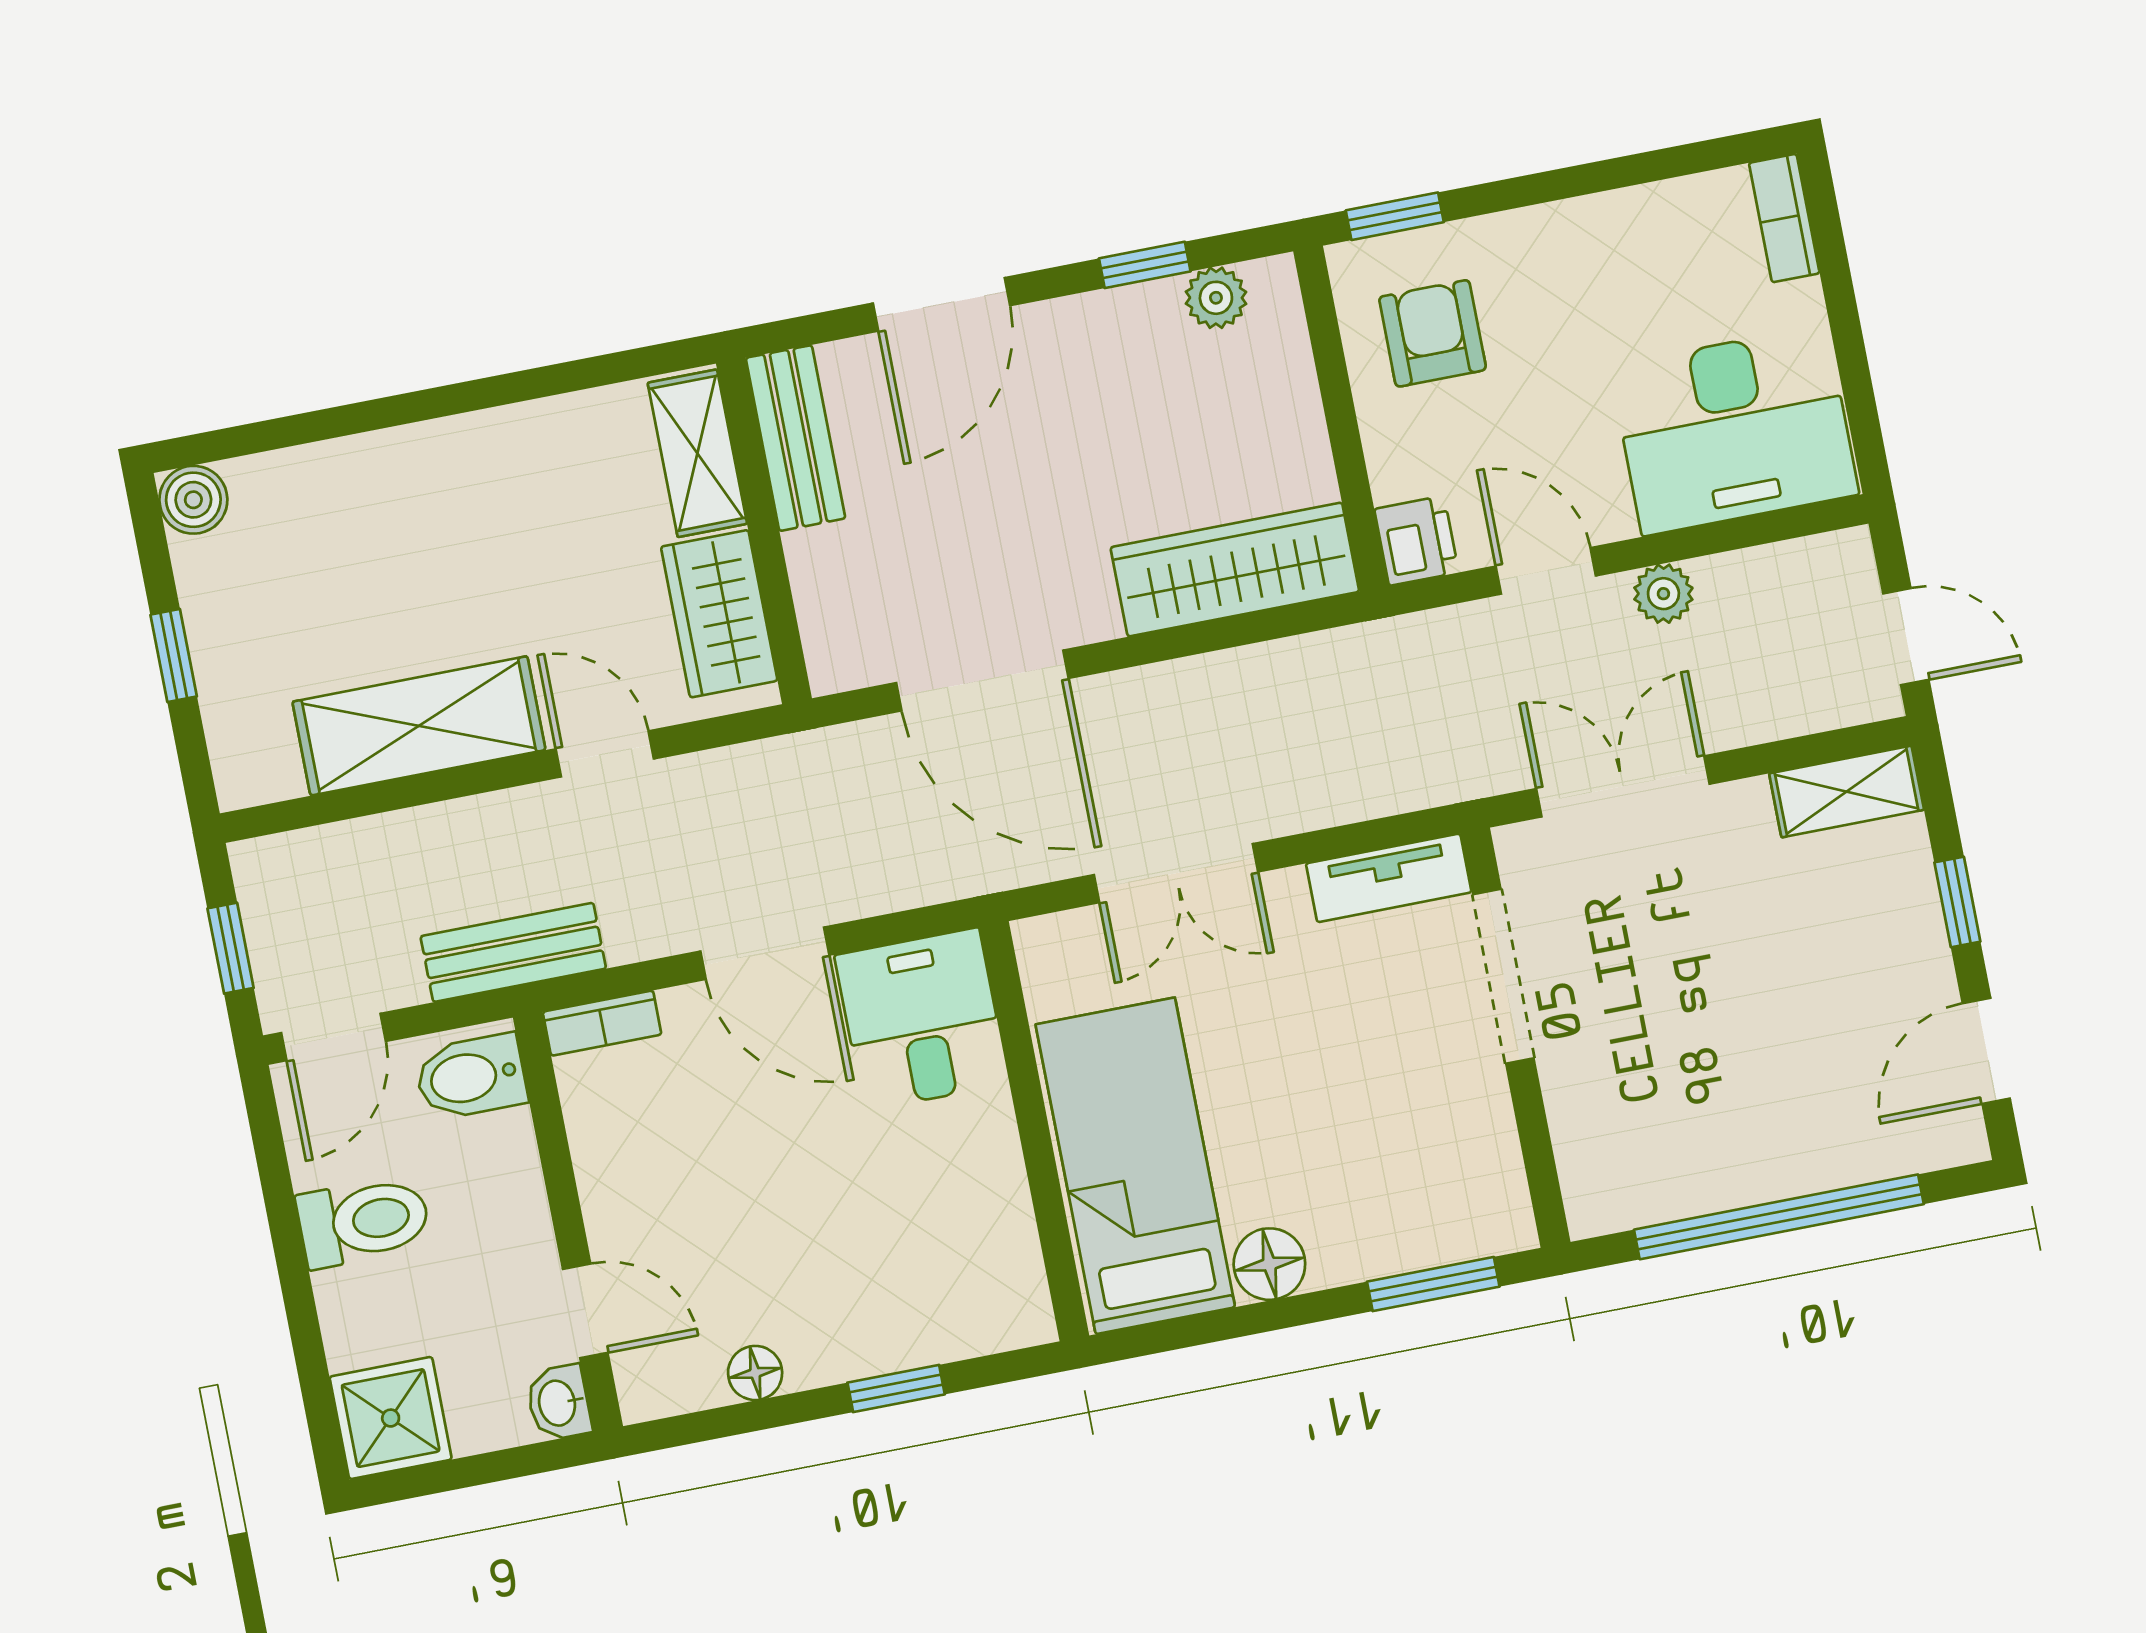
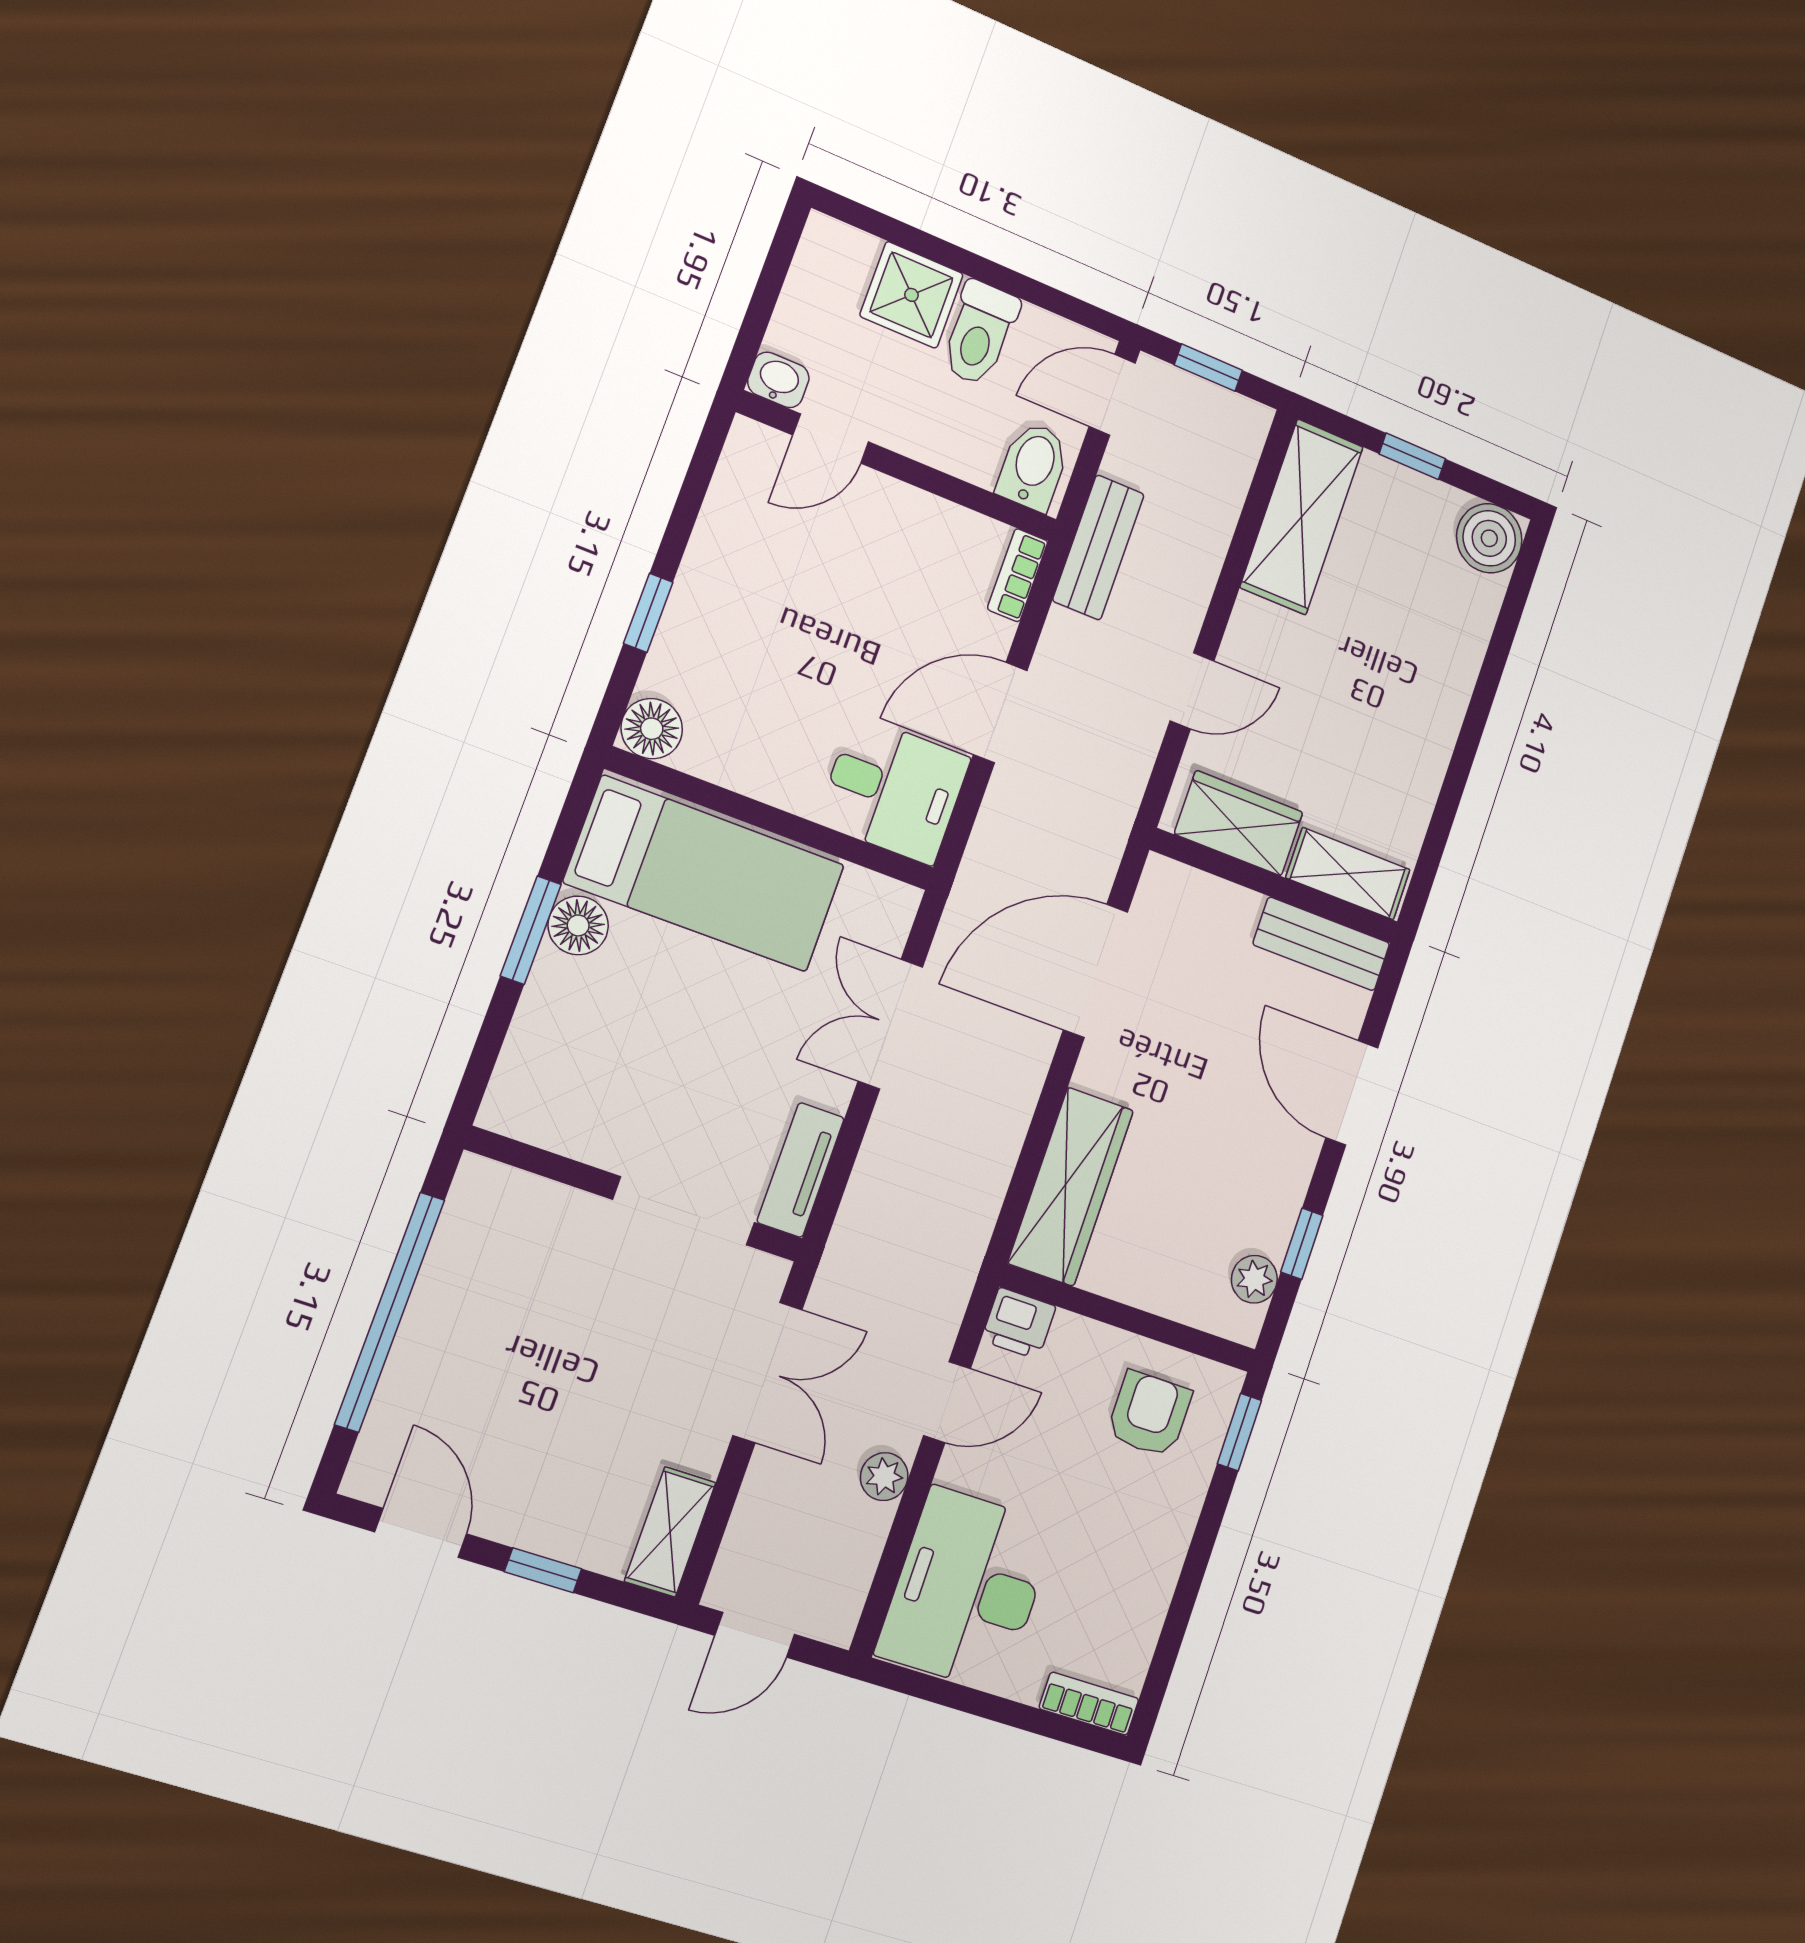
armchair: (1433, 333) -> (1149, 1414), turned -90
boiler: (193, 500) -> (1489, 538), width x1.36, depth x1.36
shelving: (419, 726) -> (1302, 517), moved
door: (333, 1037) -> (1112, 395), hinge flipped
window: (1433, 1284) -> (531, 930), moved
floor lamp: (755, 1373) -> (652, 729), moved, width x1.37, depth x1.37
shower: (391, 1418) -> (911, 295), moved

